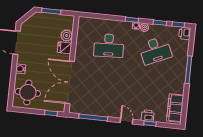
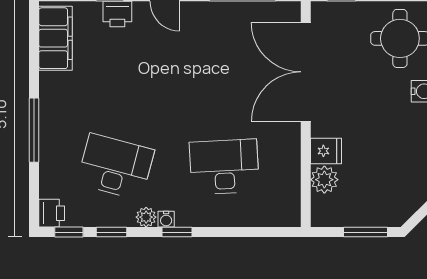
desk: (155, 50) -> (115, 167), turned 39
double door: (70, 82) -> (306, 72), swing flipped

